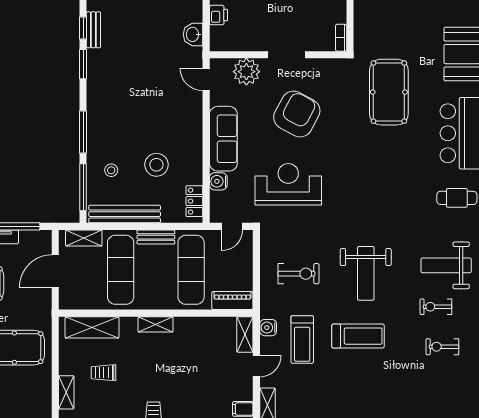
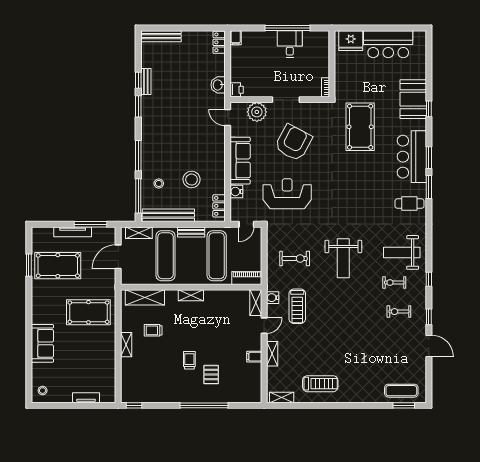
printer: (218, 15) -> (237, 90), moved
treadmill: (358, 336) -> (338, 304), removed

